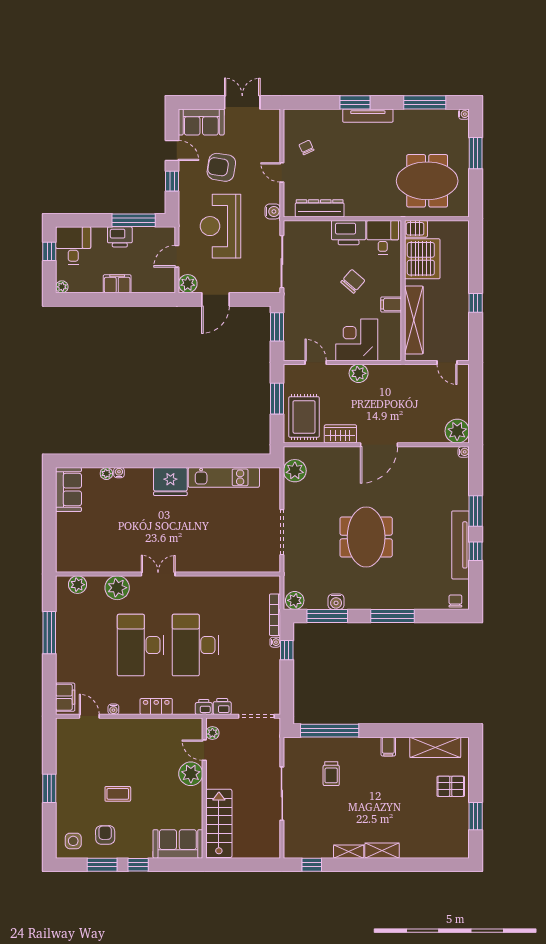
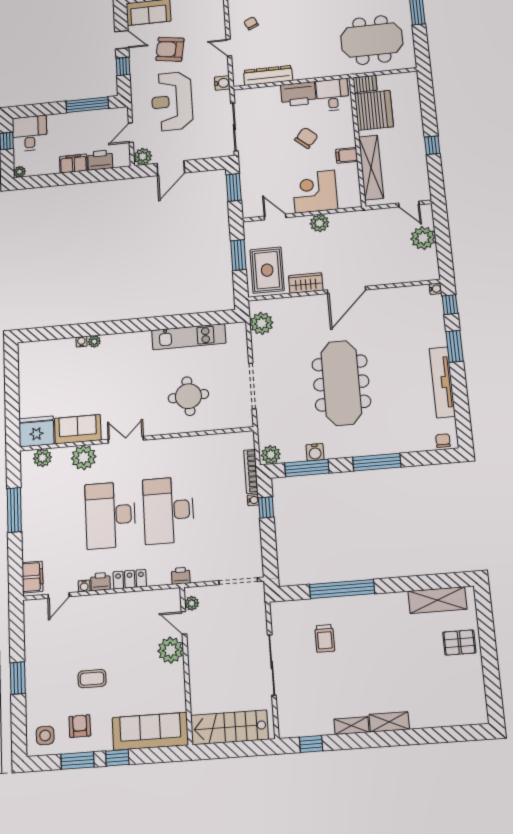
printer: (120, 237) -> (100, 160), moved, turned 180
plant: (457, 431) -> (423, 238), moved
plant: (106, 474) -> (94, 341), moved
fridge: (170, 482) -> (36, 431), moved, turned 180
sofa: (69, 489) -> (78, 429), moved, turned -90
round table: (220, 537) -> (188, 396), added
meeting table: (366, 537) -> (341, 383), width x1.36
window: (476, 551) -> (450, 305), moved
printer: (222, 706) -> (100, 582), moved
door: (89, 716) -> (59, 595), swing flipped
window: (330, 731) -> (342, 589), moved
filing cabinet: (388, 747) -> (385, 603), removed
window: (476, 816) -> (491, 674), removed
stairs: (219, 823) -> (229, 727), moved, turned -90
sofa: (178, 844) -> (150, 731), width x1.36

